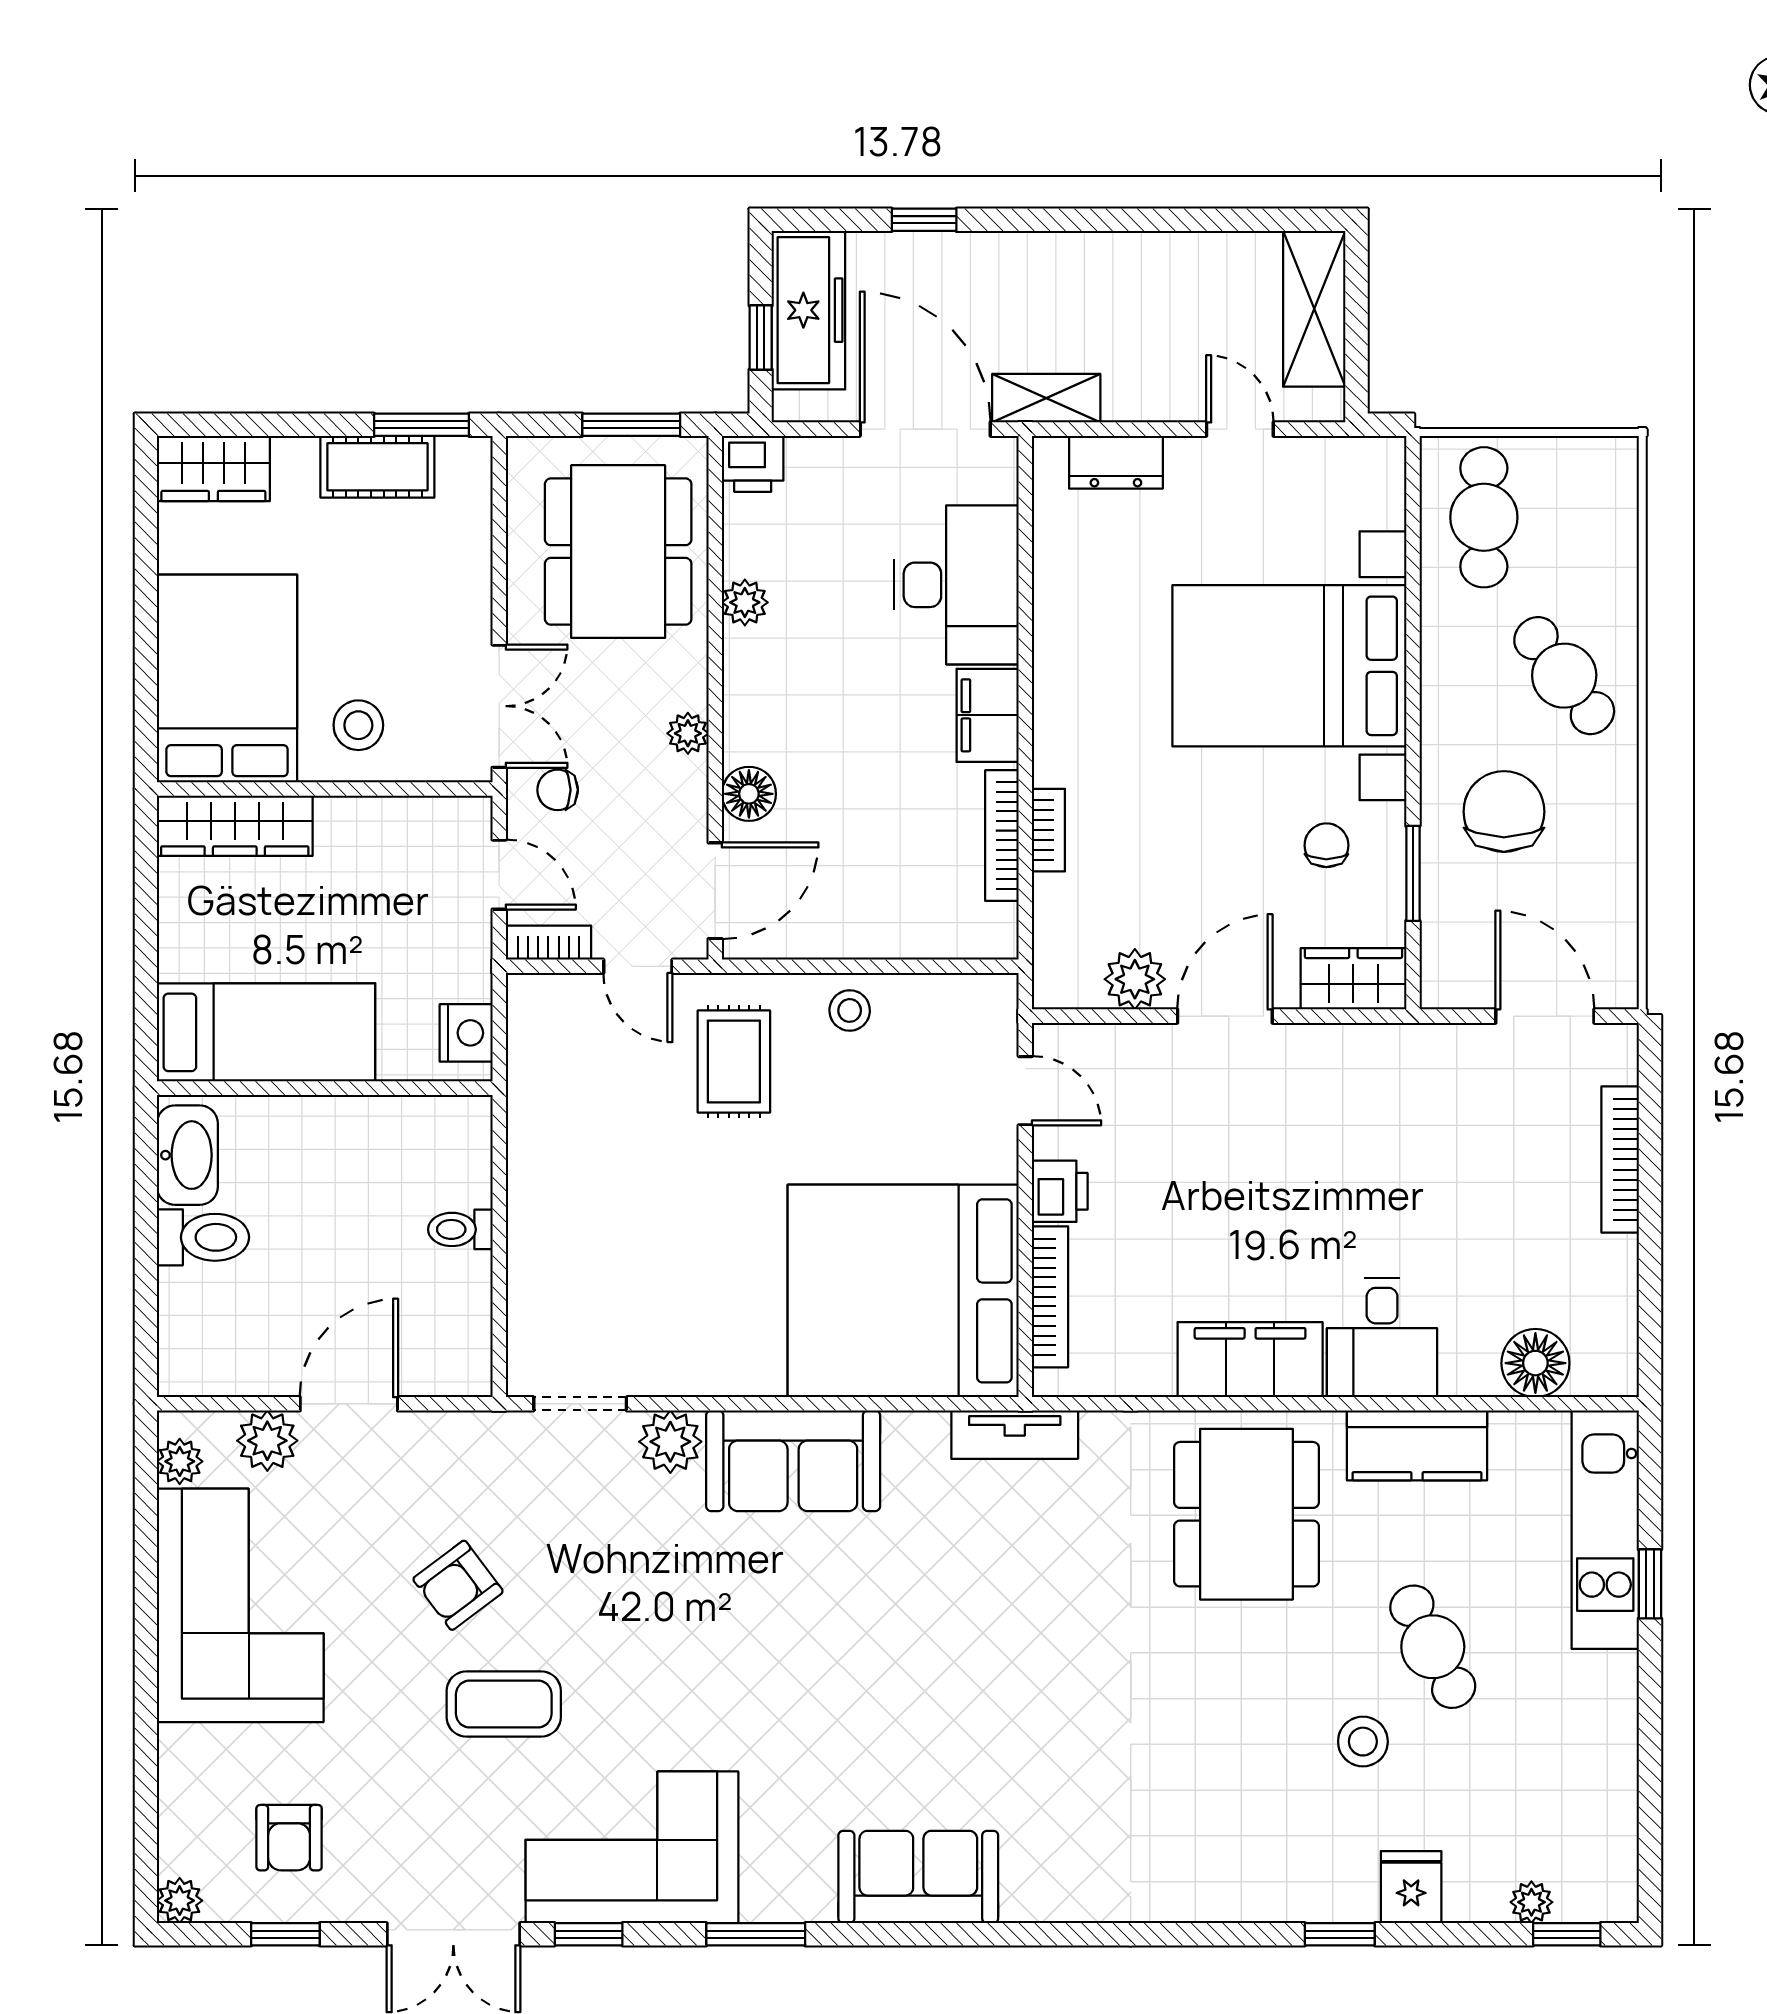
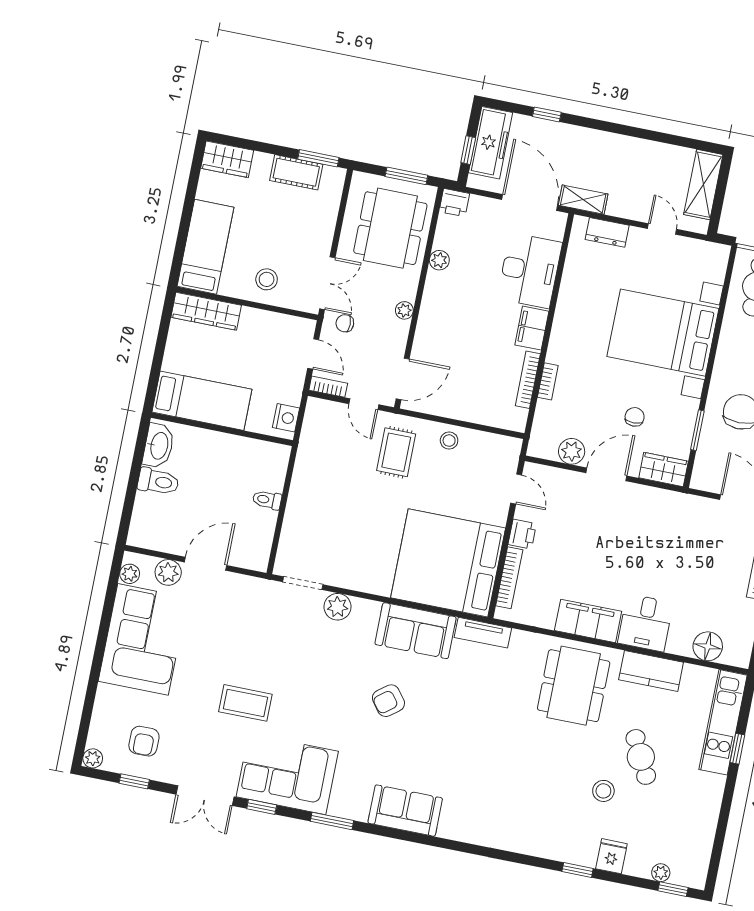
bed: (227, 679) -> (205, 247), width x0.67
floor lamp: (749, 794) -> (425, 341), removed
chair: (1326, 845) -> (635, 417), moved
sofa: (793, 1461) -> (416, 631), moved
armchair: (458, 1585) -> (388, 701), moved

